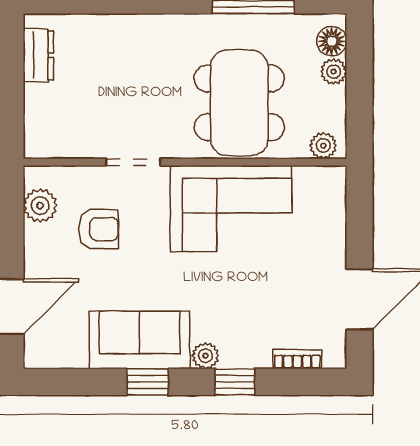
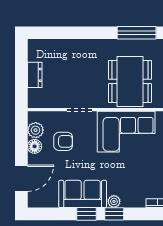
dresser: (38, 55) -> (35, 75), moved
floor lamp: (38, 240) -> (35, 146), added
window: (235, 382) -> (114, 214), moved

